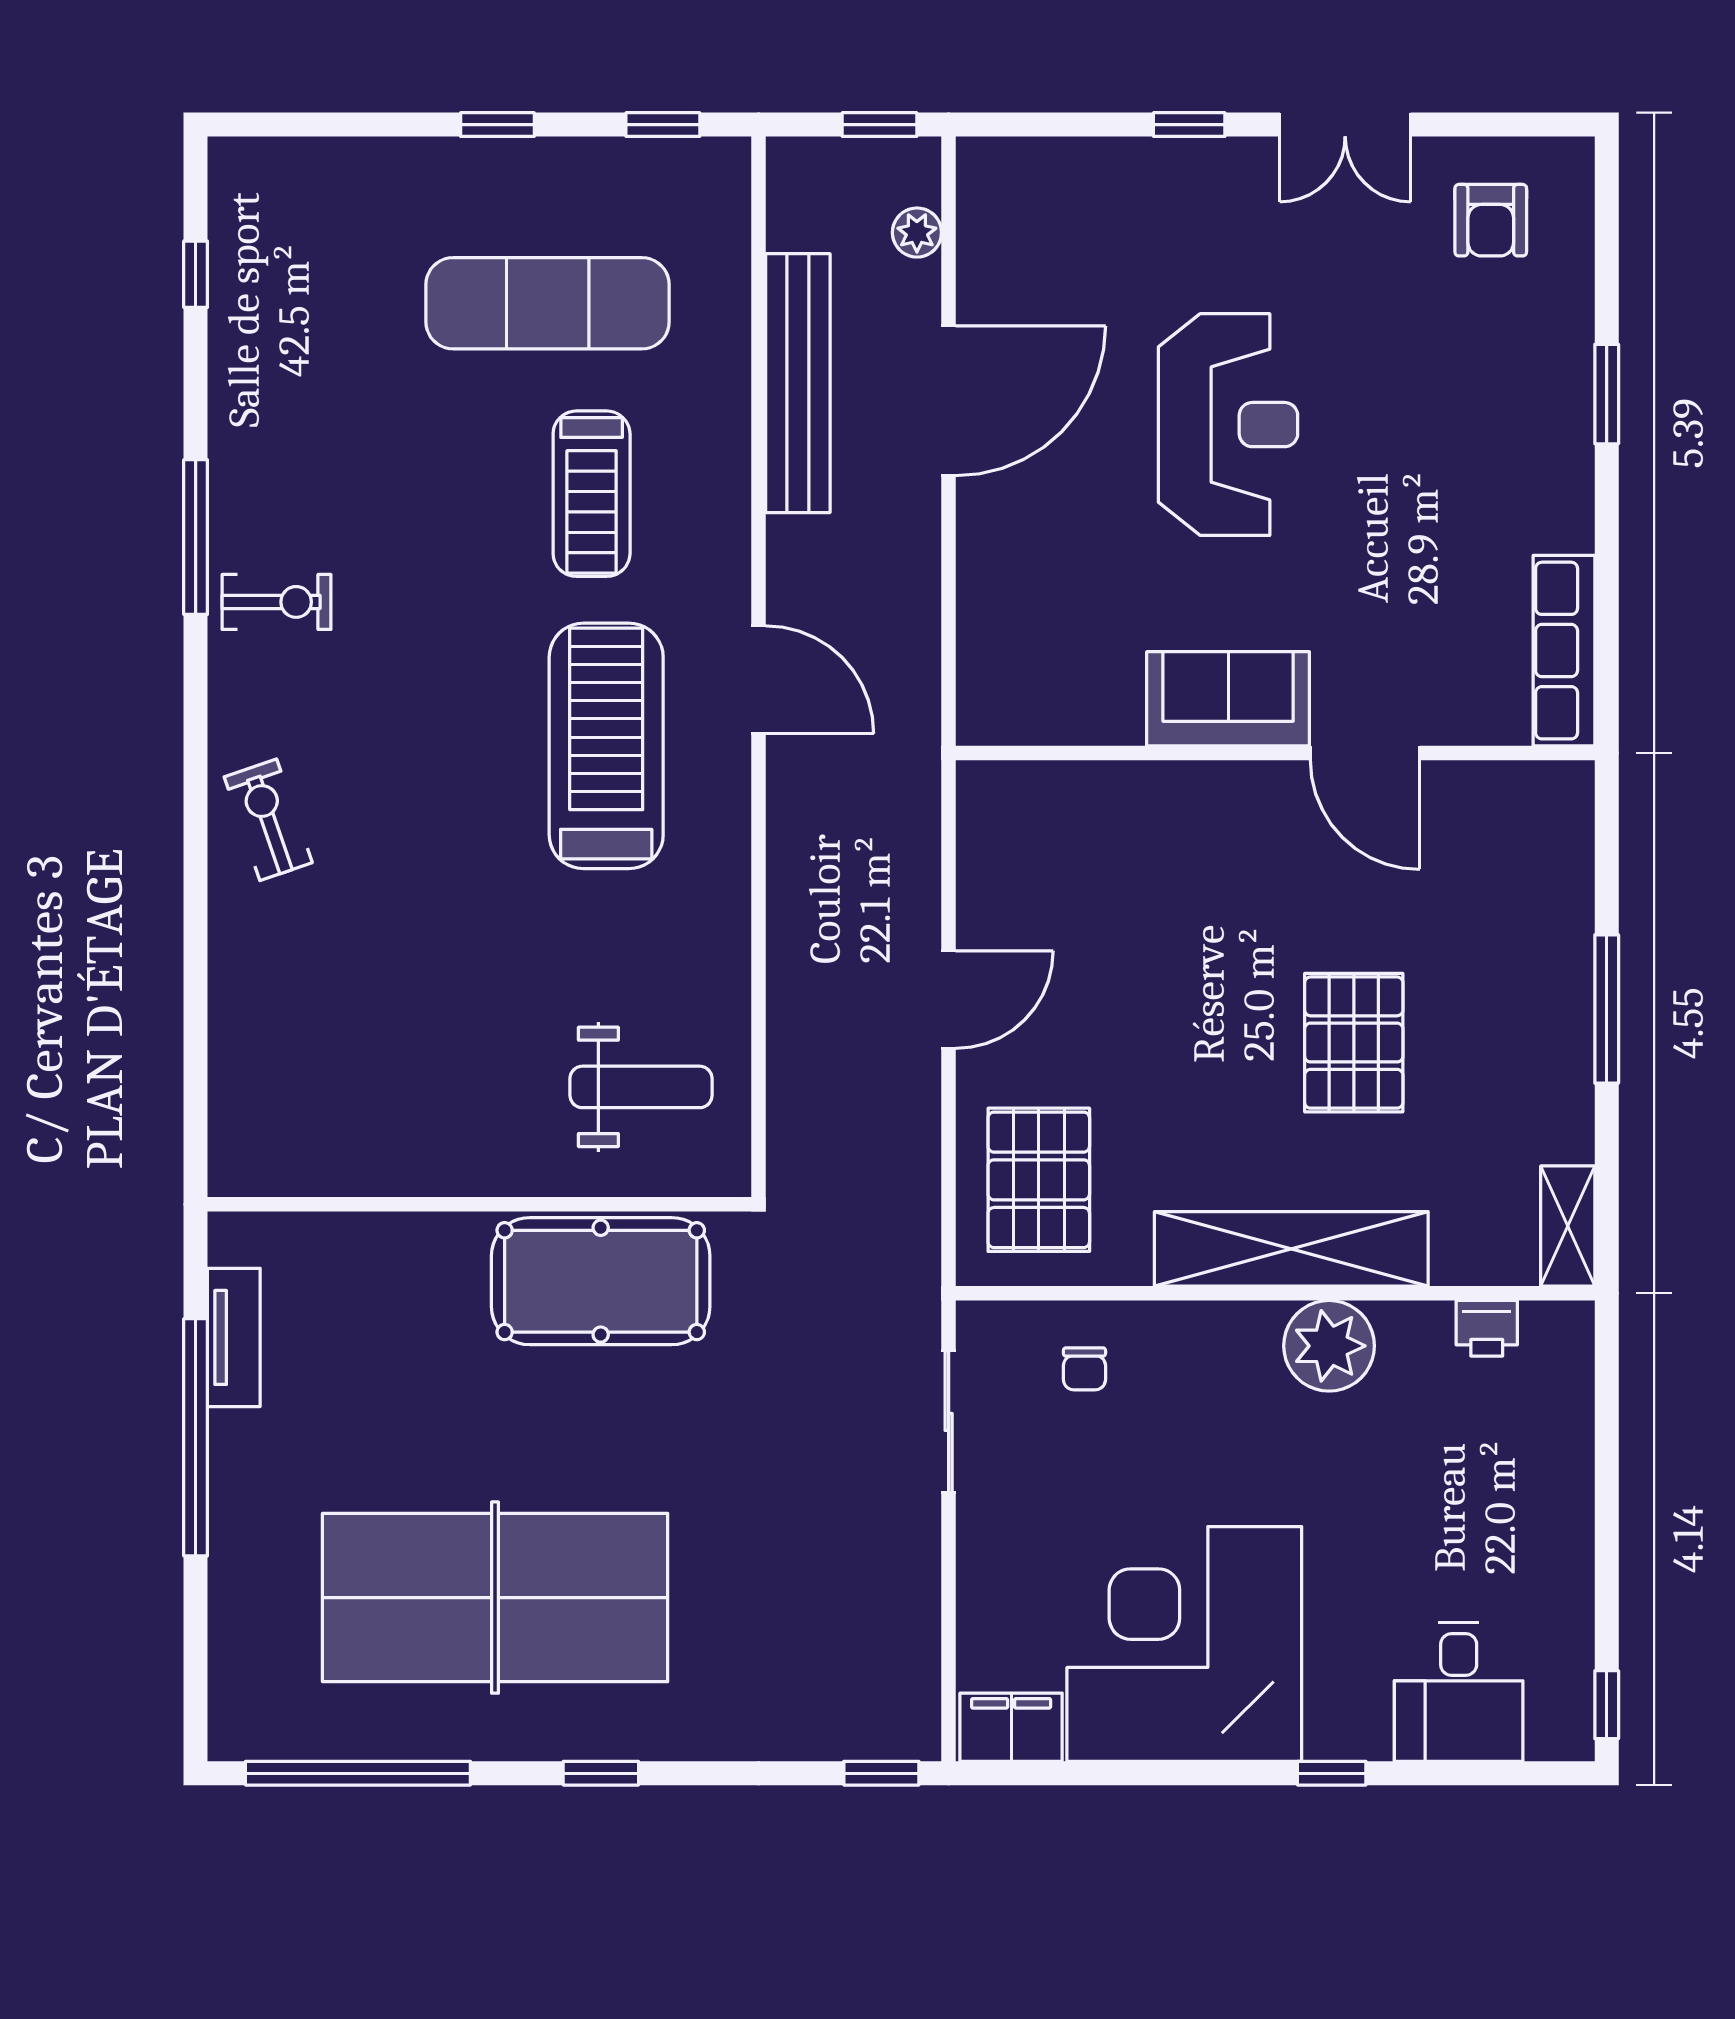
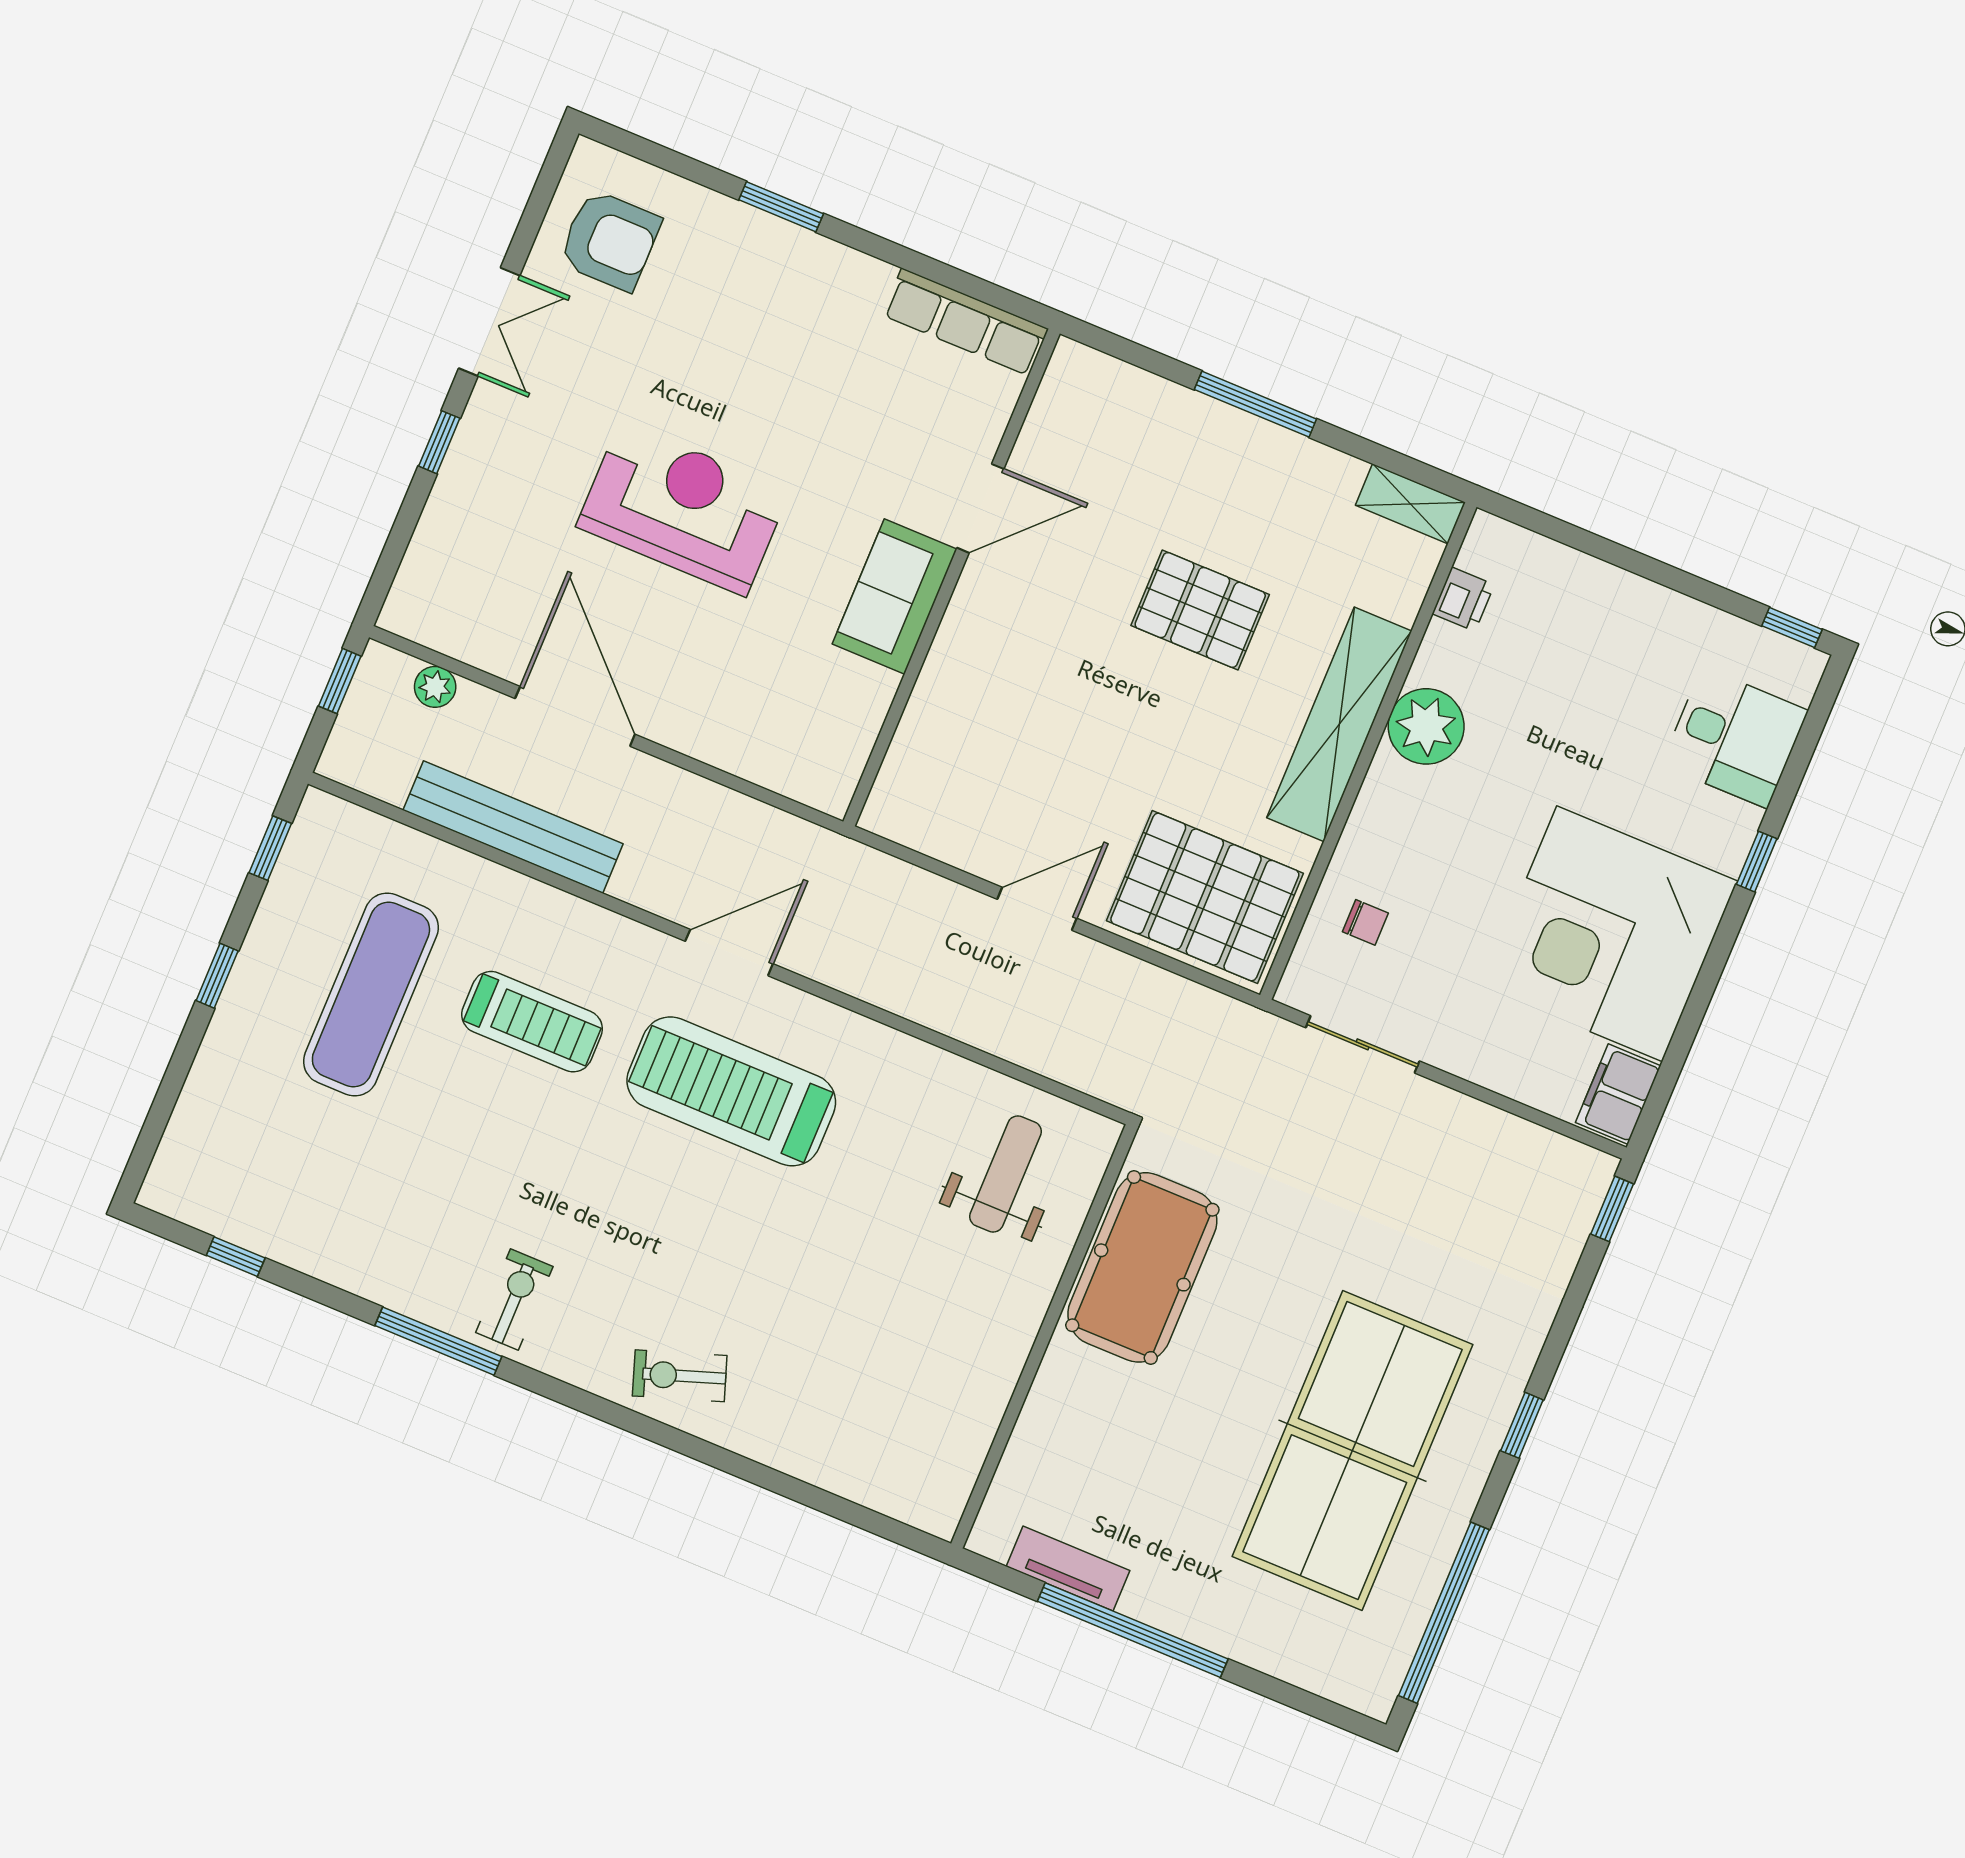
armchair: (1491, 220) -> (610, 240), width x1.38, depth x1.38
door: (949, 1000) -> (1037, 909), hinge flipped
pallet: (1039, 1180) -> (1205, 897), width x1.37, depth x1.41

